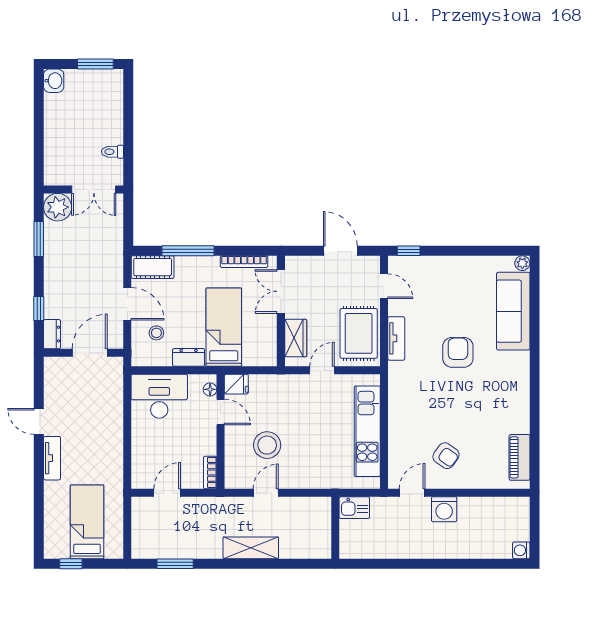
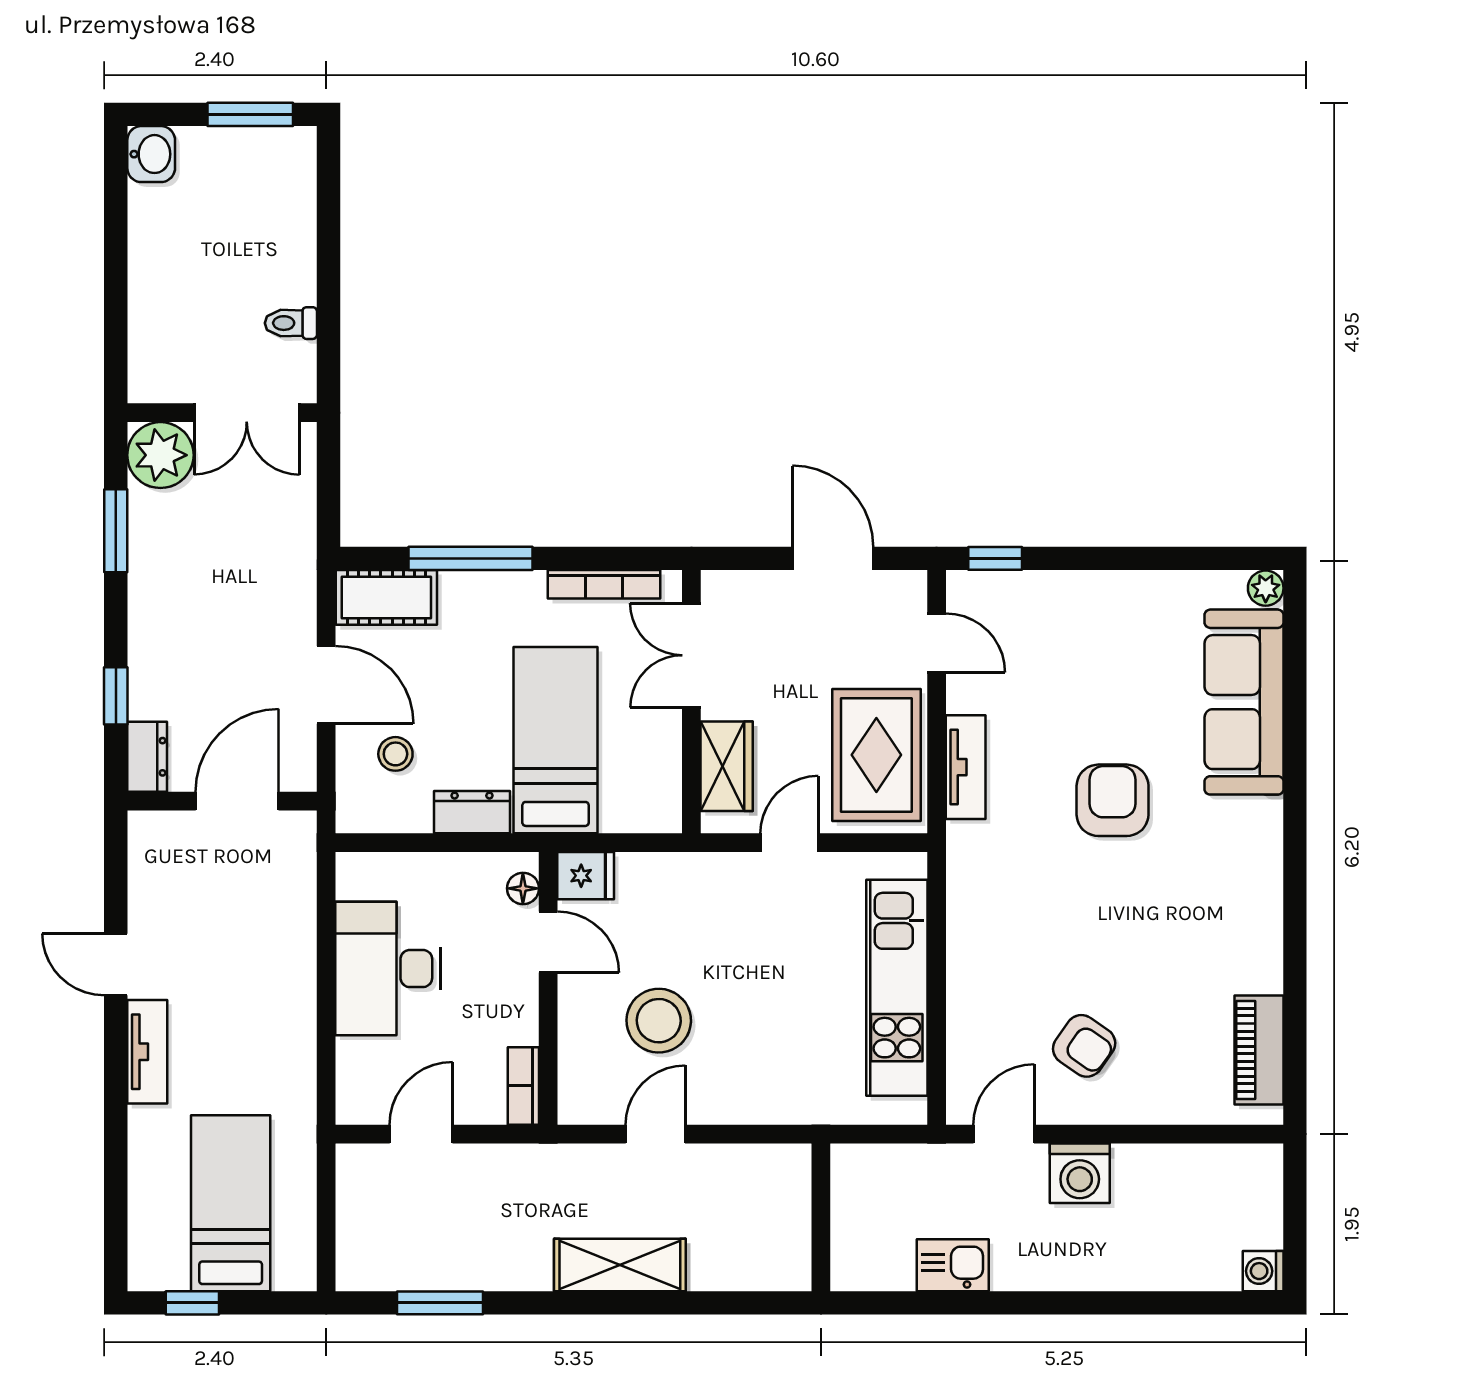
desk: (159, 396) -> (388, 969), moved, turned -90
kitchen sink: (354, 508) -> (953, 1265), moved, turned 180

